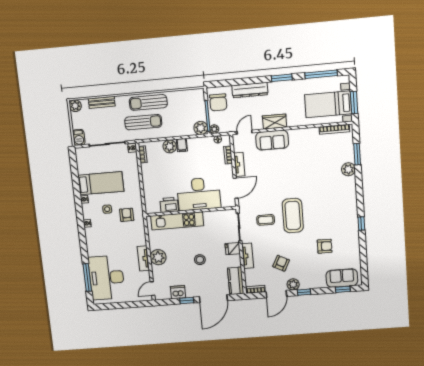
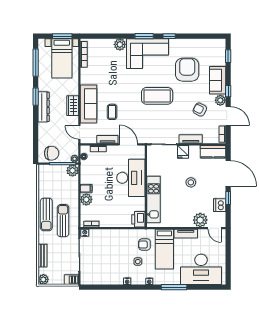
dresser: (250, 90) -> (44, 107), moved
sofa: (272, 140) -> (89, 104), width x1.36
window: (357, 154) -> (144, 36), moved
bed: (101, 183) -> (164, 249), moved, turned 180
corner sofa: (340, 201) -> (147, 54), added
printer: (169, 205) -> (138, 219), moved
coffee table: (266, 220) -> (112, 112), moved
armchair: (325, 246) -> (187, 70), width x1.88, depth x1.88
plant: (158, 257) -> (200, 220), moved
window: (87, 277) -> (174, 287), moved
sofa: (342, 278) -> (218, 80), moved

